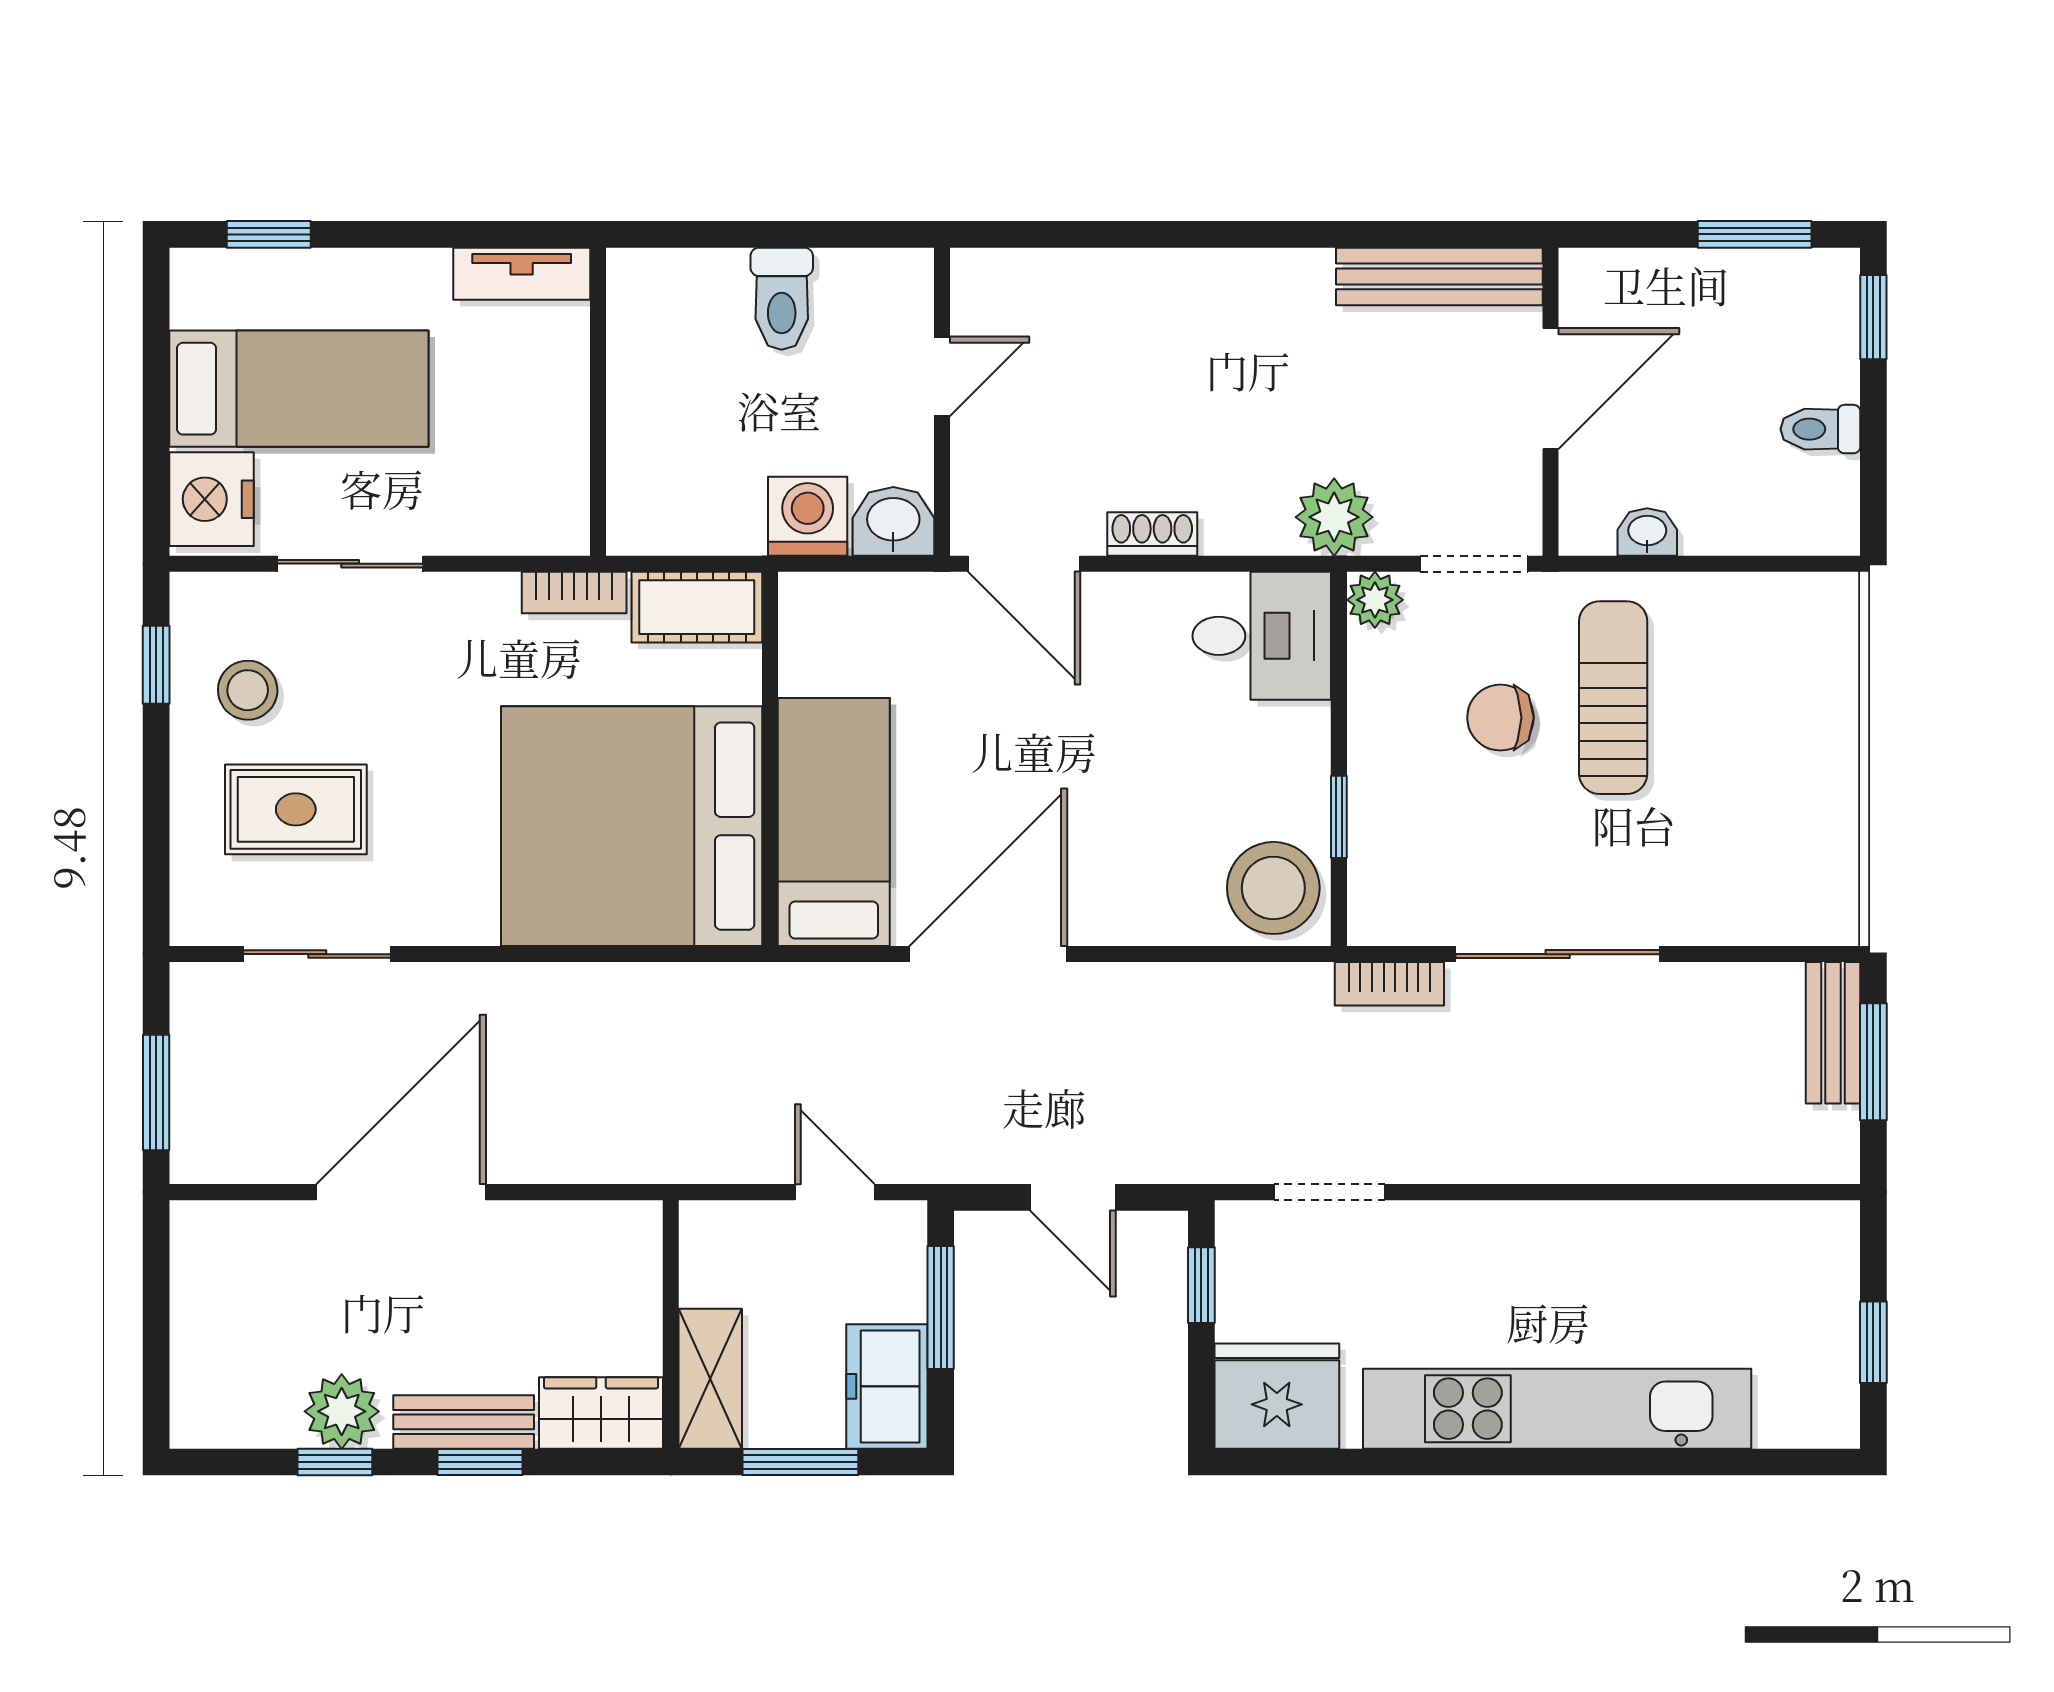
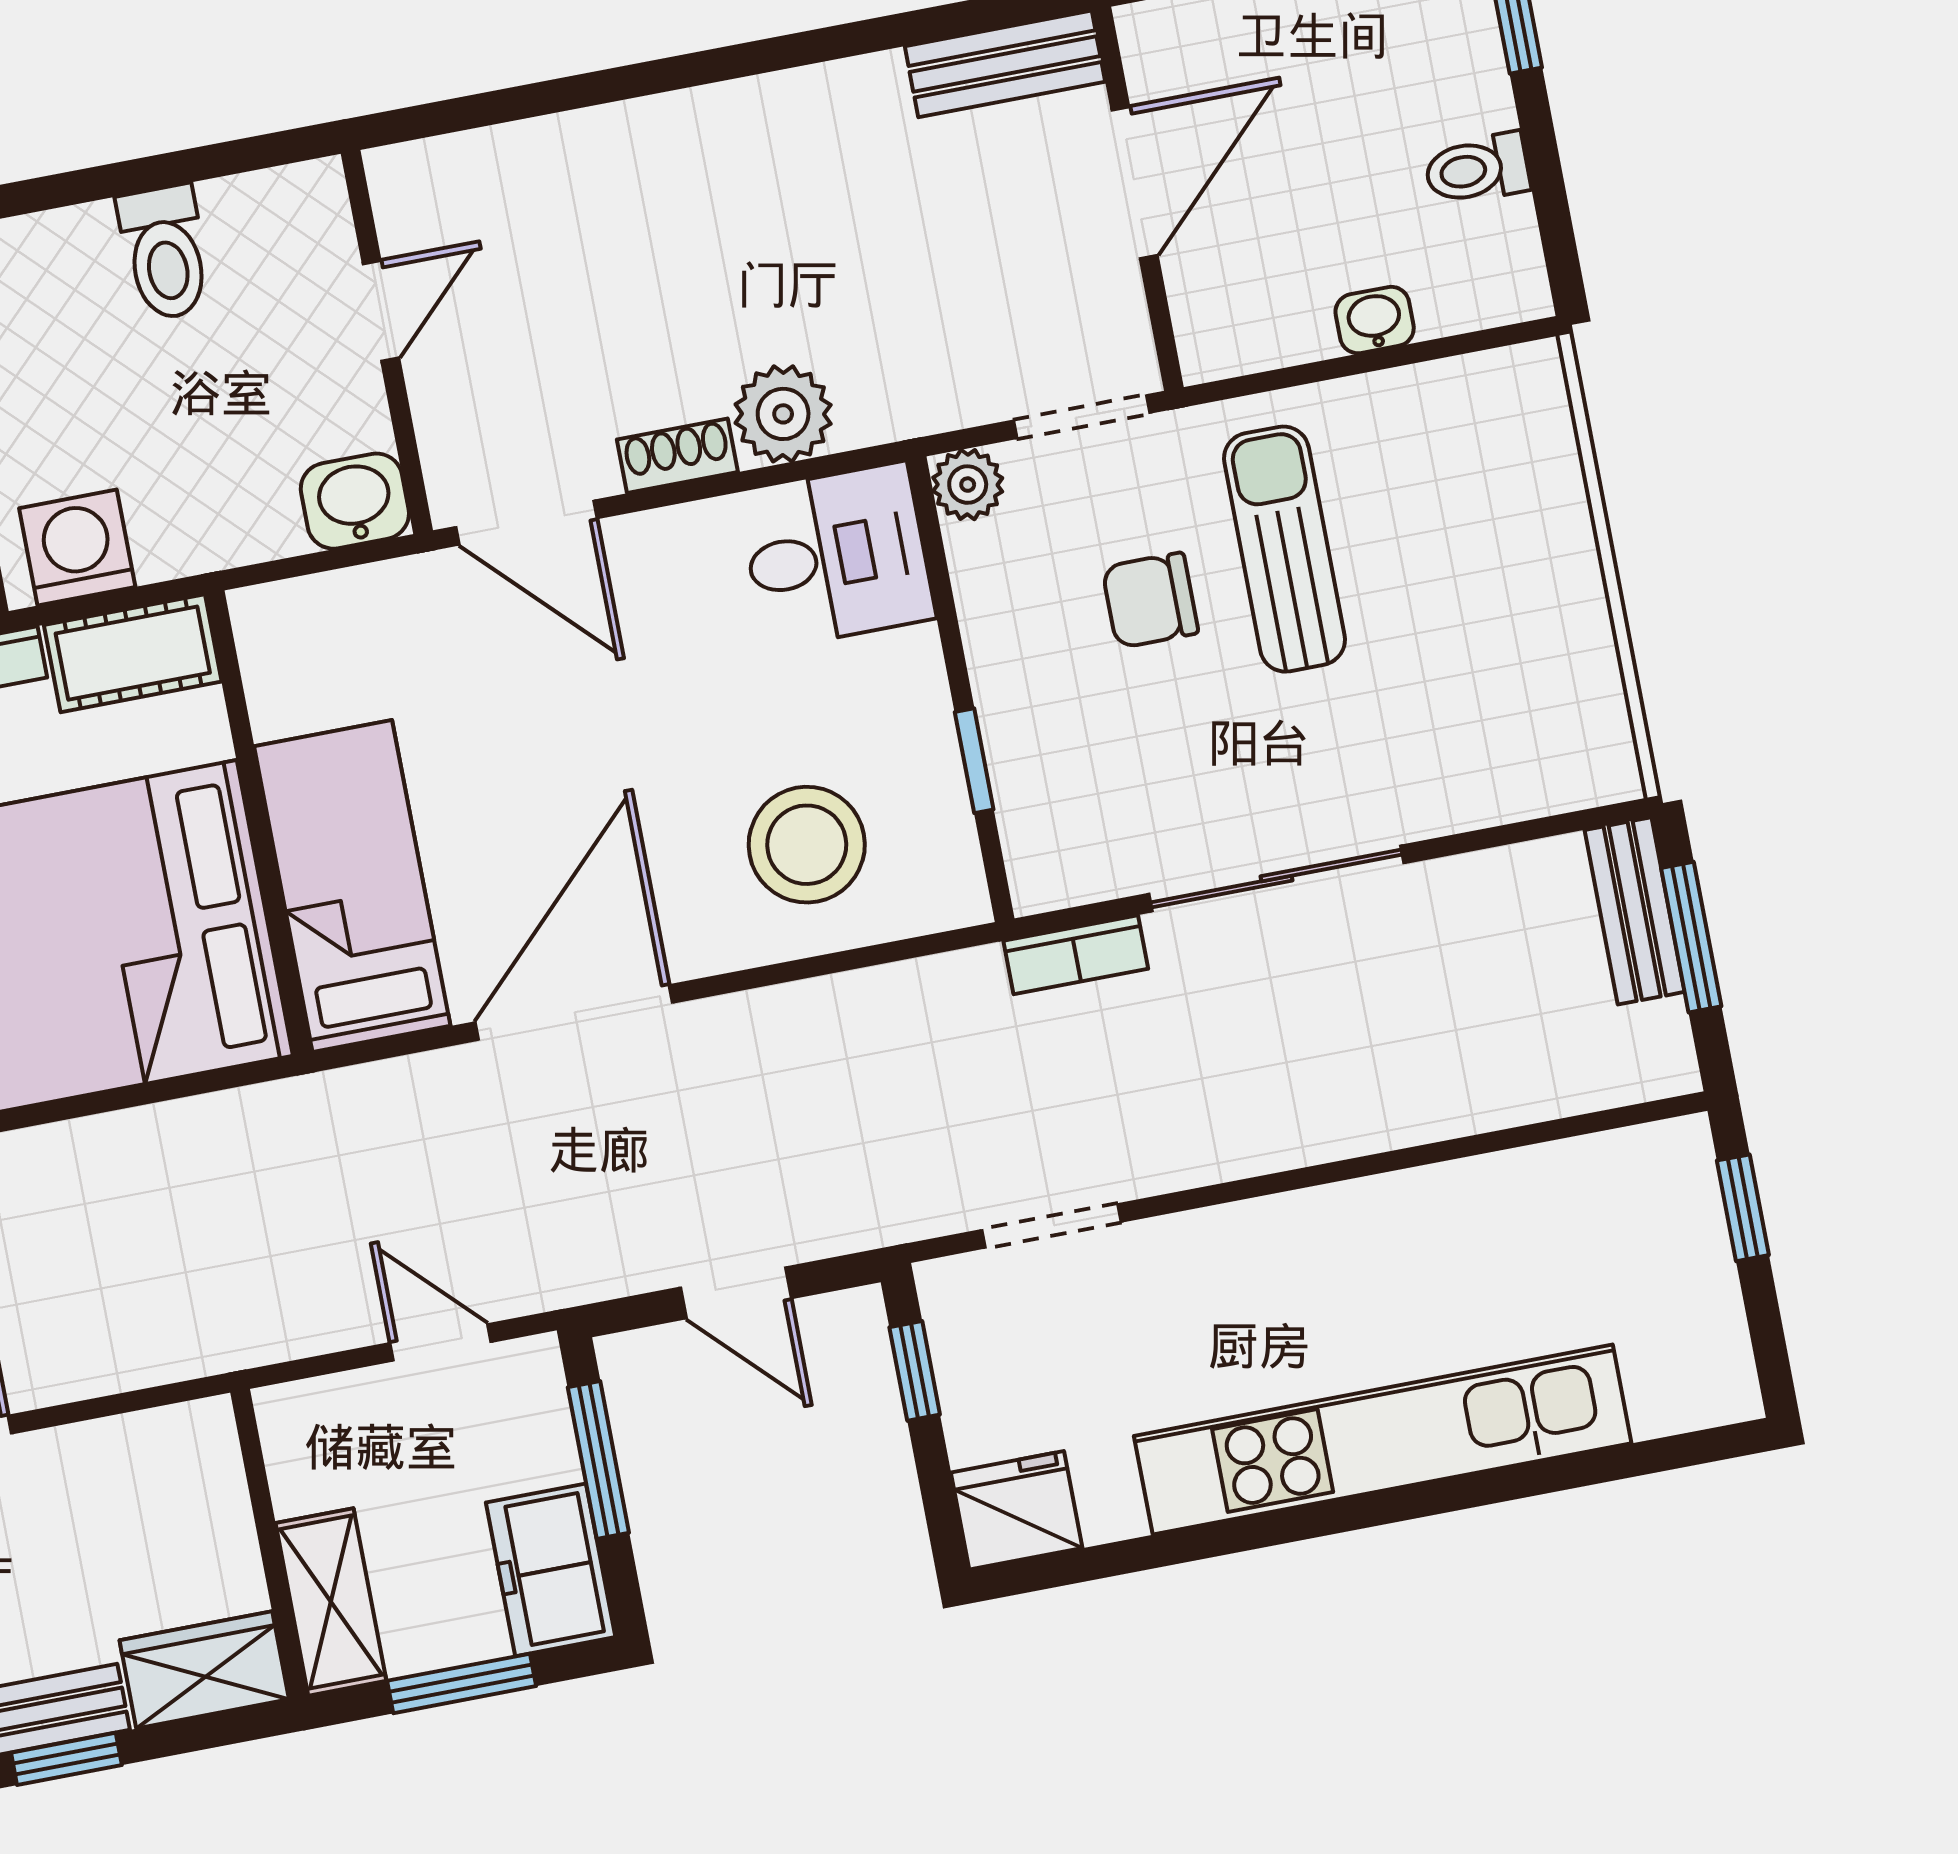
bench: (1439, 276) -> (1005, 64), width x0.73
washing machine: (808, 516) -> (77, 548), moved
plant: (1334, 517) -> (783, 414), moved
washbasin: (1647, 532) -> (1375, 320), moved
stool: (1273, 888) -> (807, 845), moved
window: (1873, 1342) -> (1743, 1208), moved
fridge: (1277, 1396) -> (1017, 1510), width x0.73, depth x0.75

